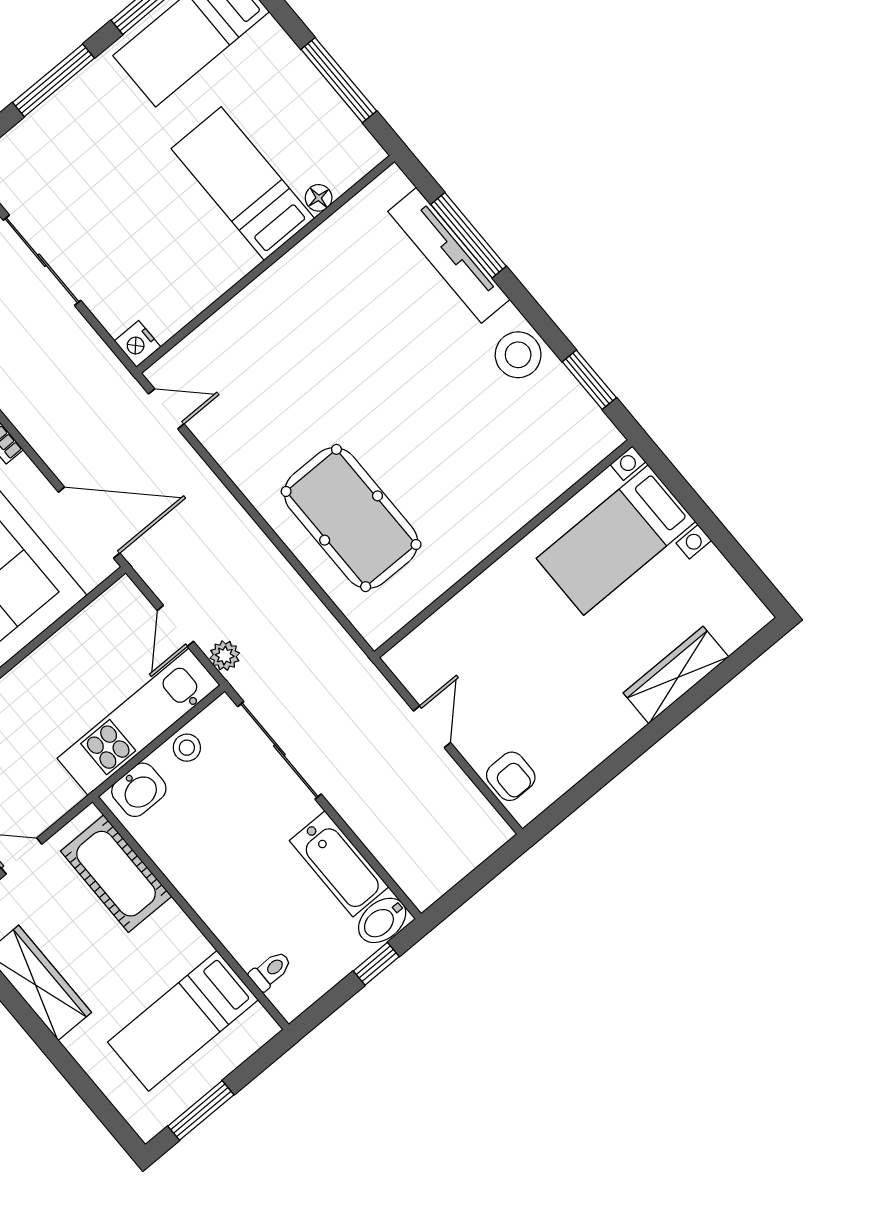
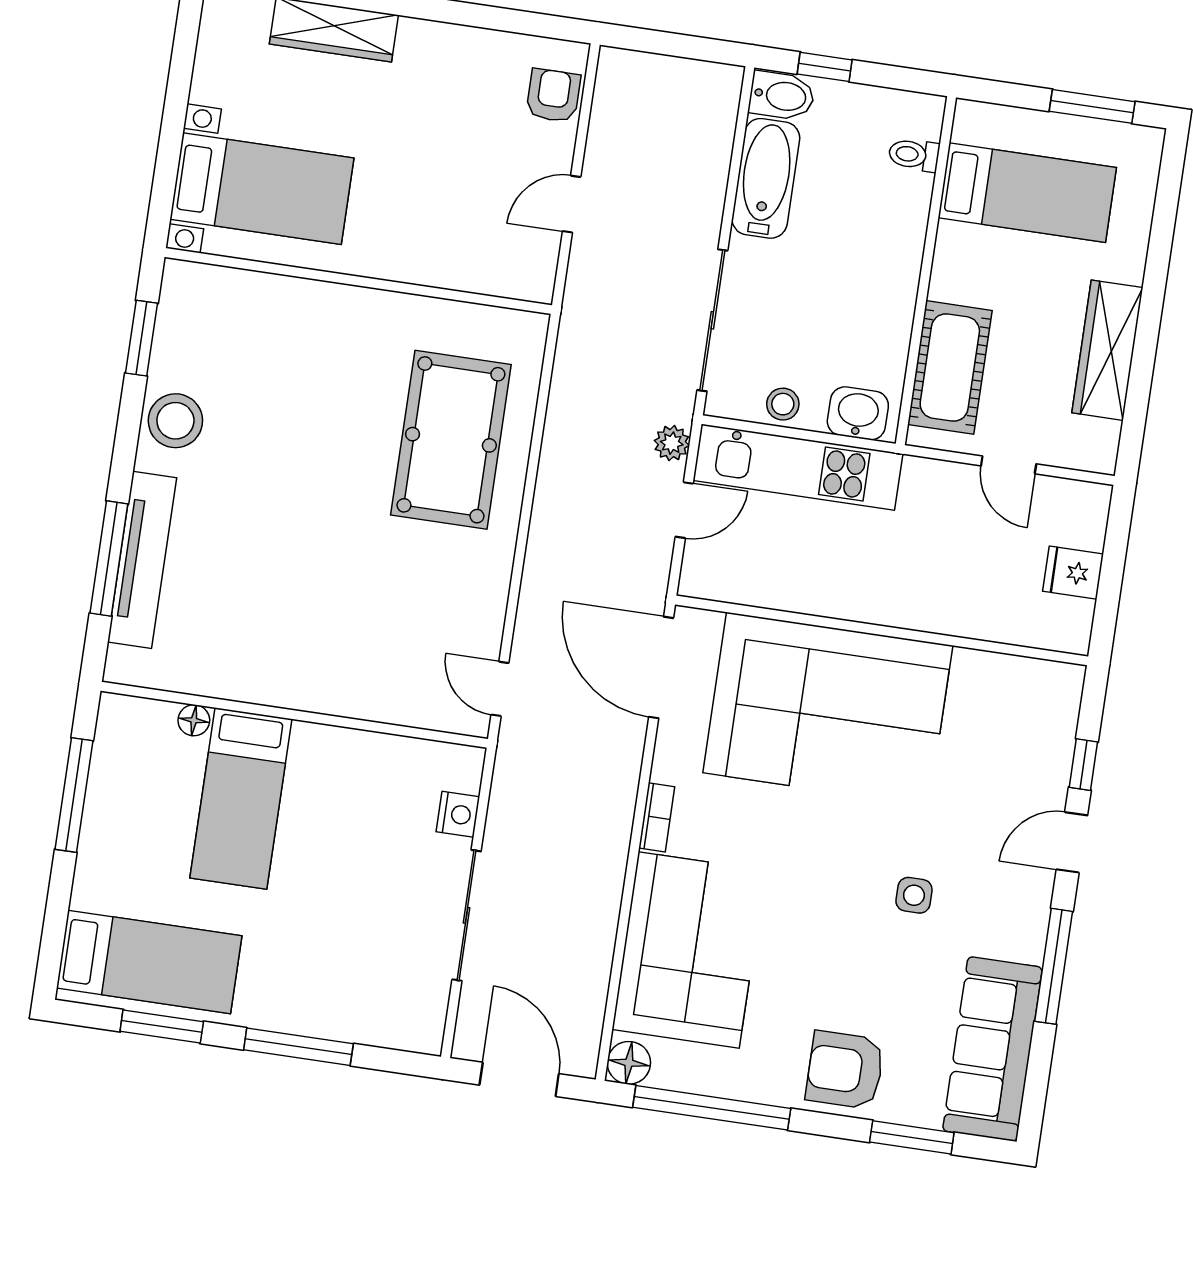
nightstand: (138, 344) -> (458, 814), moved

